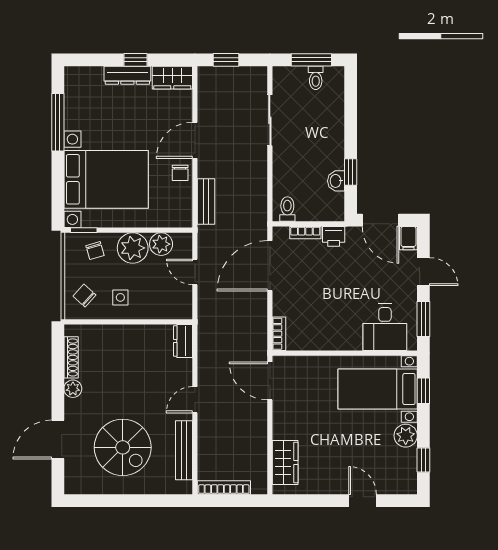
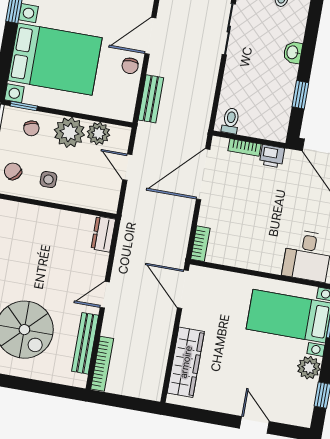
washbasin: (336, 181) -> (293, 52), moved
wardrobe: (285, 462) -> (186, 362), width x1.50
bookcase: (224, 487) -> (102, 364), moved, turned 90

